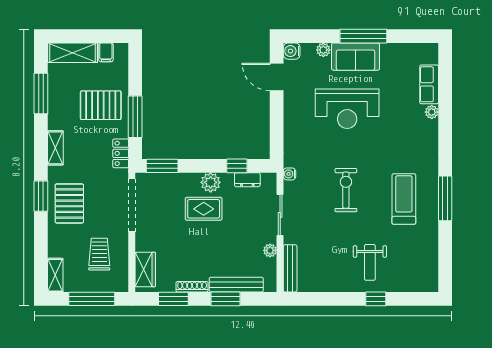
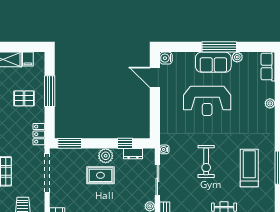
plant: (323, 50) -> (237, 57), moved
row of seats: (429, 84) -> (268, 66), moved
pallet: (101, 105) -> (24, 98), width x0.67, depth x0.71
window: (135, 117) -> (50, 91), moved
exercise bike: (346, 190) -> (206, 161), turned 180

